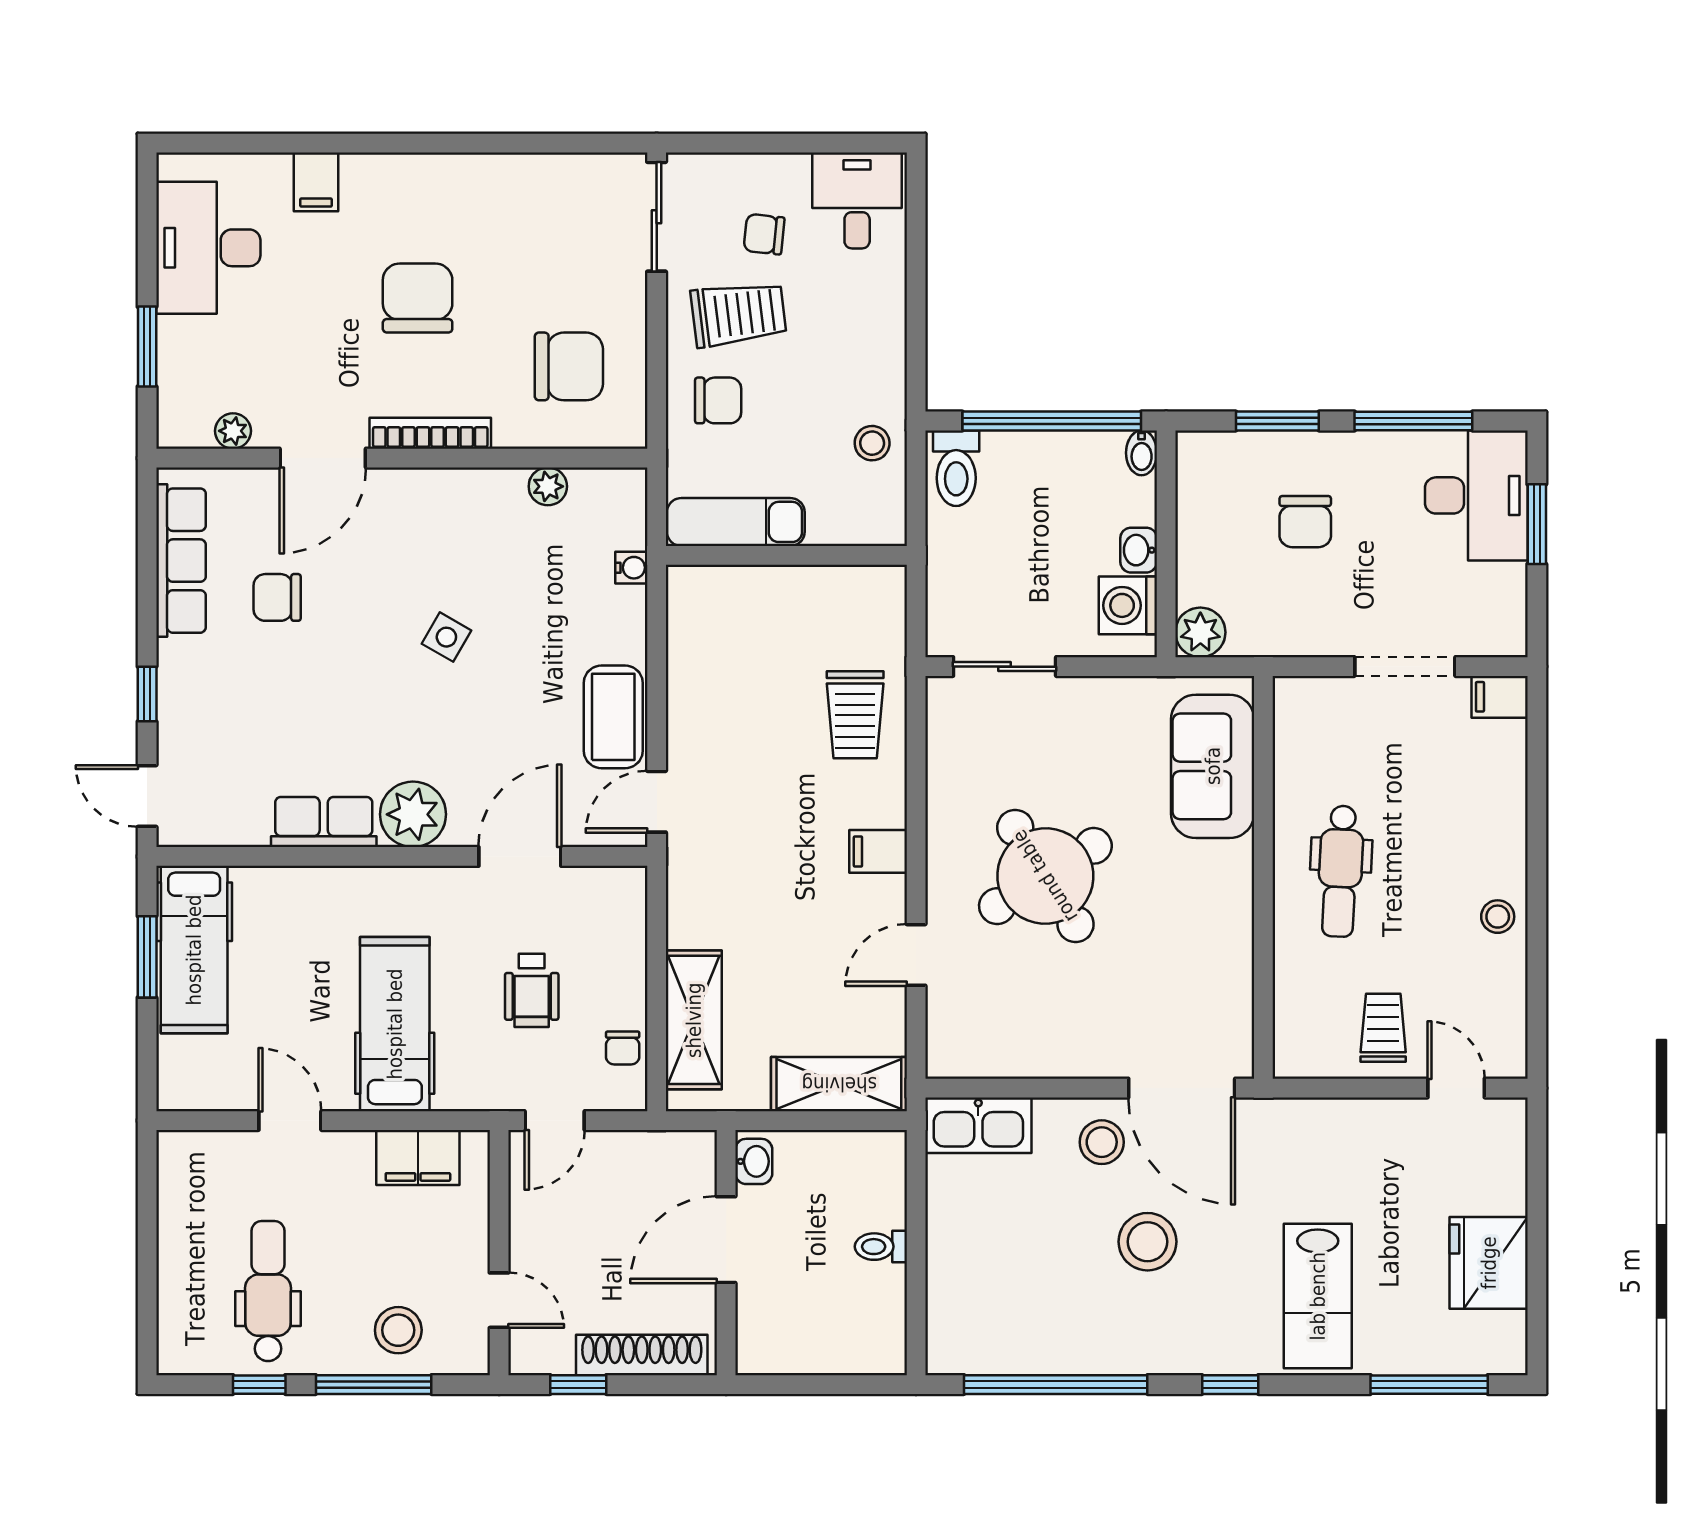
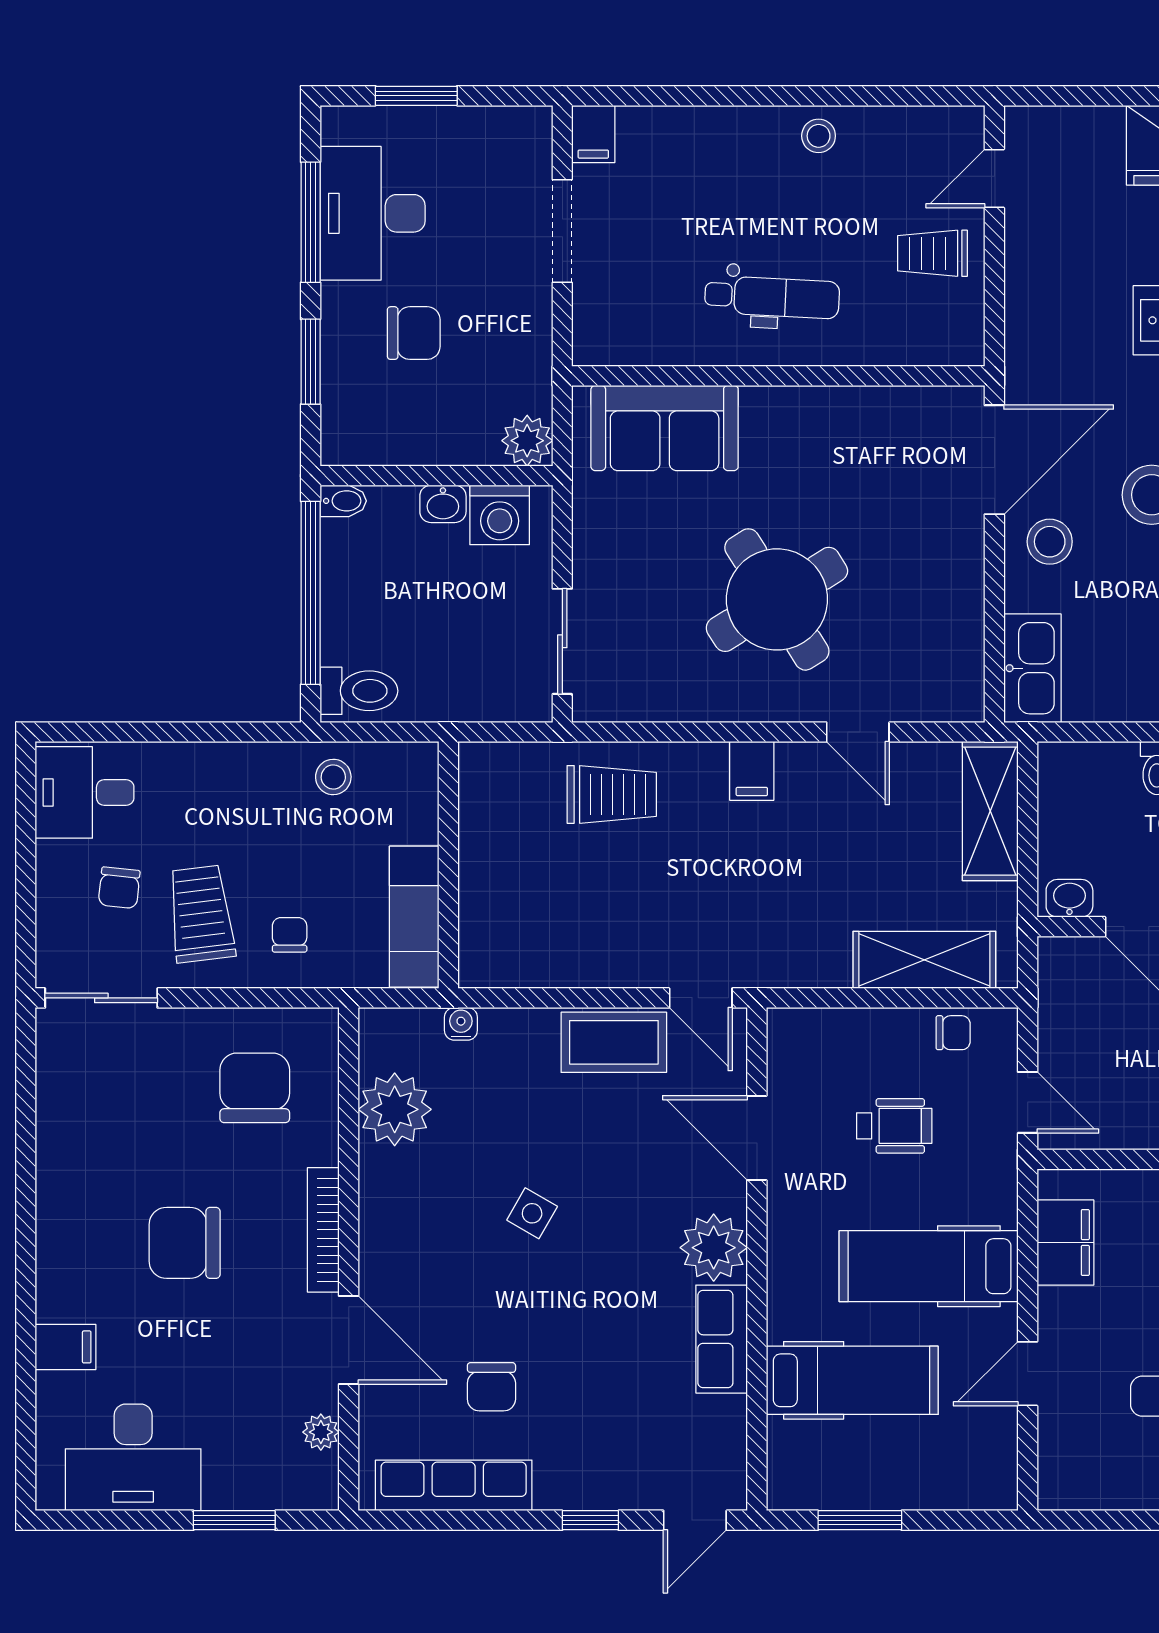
chair: (718, 400) -> (290, 935), width x0.73, depth x0.73
plant: (548, 486) -> (395, 1109), width x1.88, depth x1.88
desk: (1476, 495) -> (373, 213), moved, turned -90
hospital bed: (194, 950) -> (852, 1380), moved

